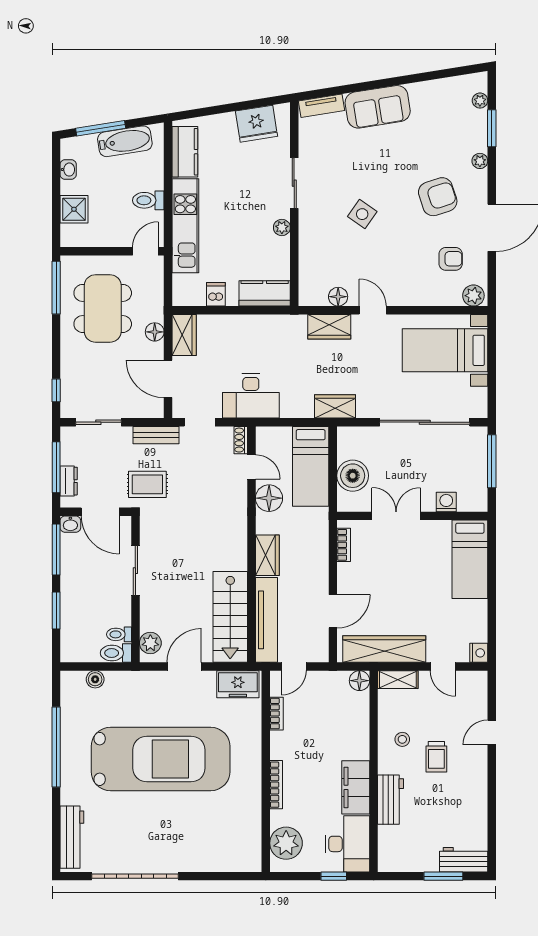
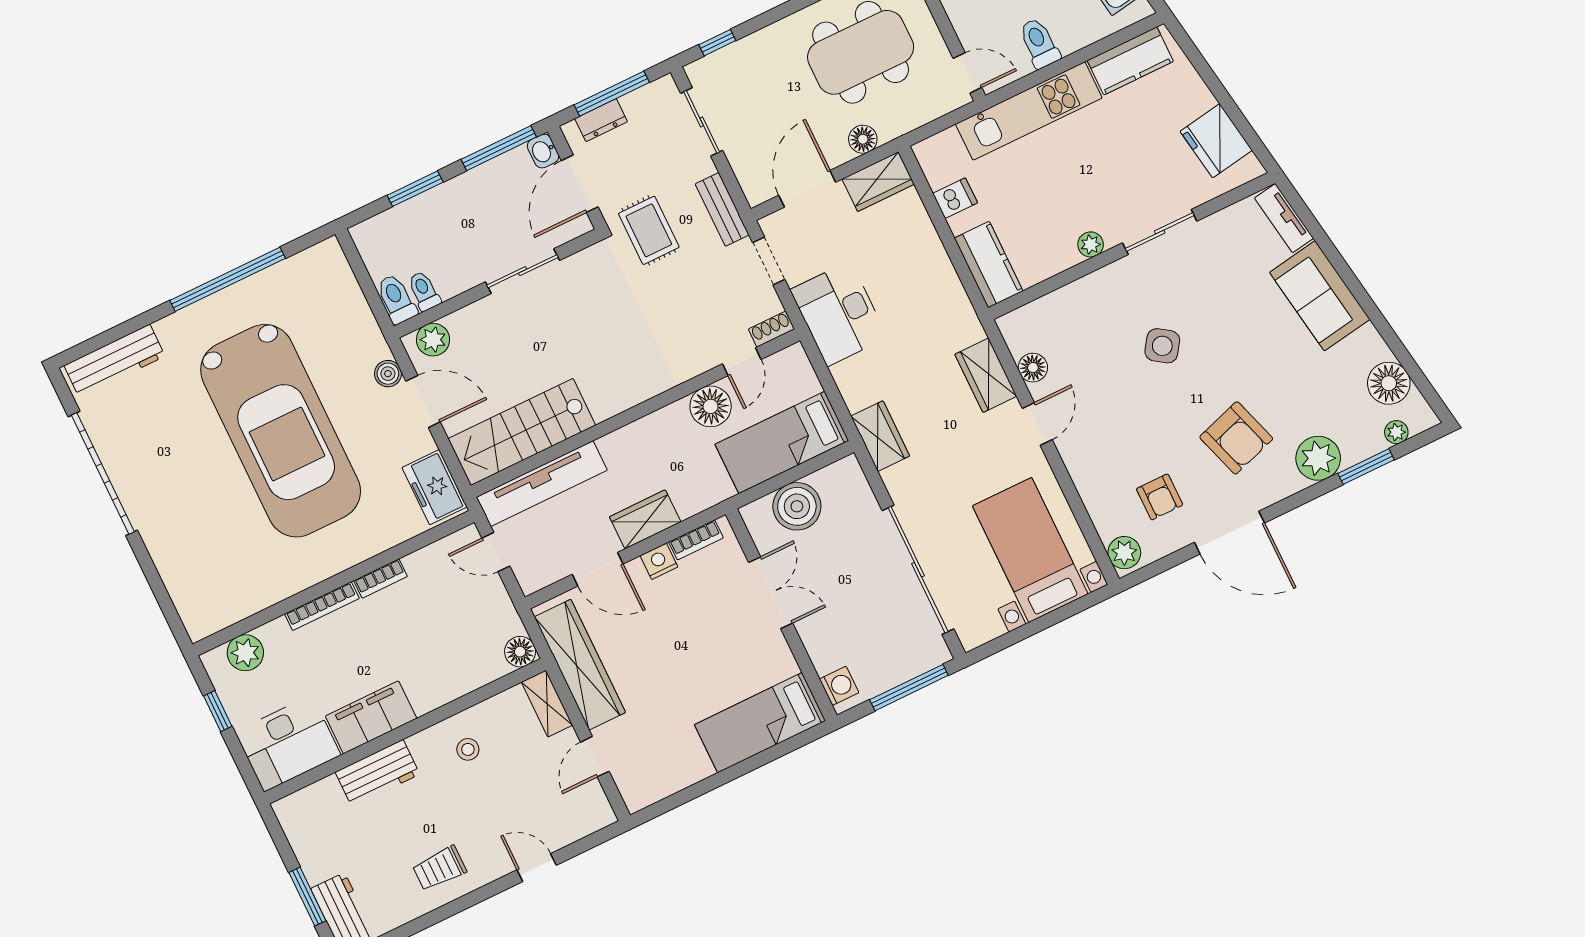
floor lamp: (449, 91) -> (1389, 383), added
plant: (480, 161) -> (1318, 458), width x1.88, depth x1.88
washing machine: (446, 502) -> (839, 686), moved
wardrobe: (267, 555) -> (645, 519), moved, turned 180
nightstand: (479, 653) -> (659, 561), moved, turned 180
boiler: (95, 679) -> (388, 374), moved
bookcase: (276, 714) -> (380, 579), moved
trolley: (436, 757) -> (440, 868), moved
plant: (286, 843) -> (245, 653), width x0.73, depth x0.73
window: (334, 876) -> (218, 711), moved

